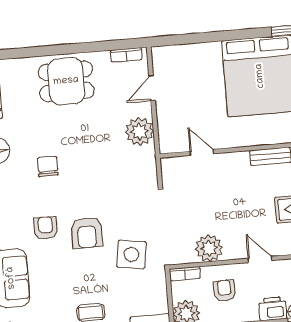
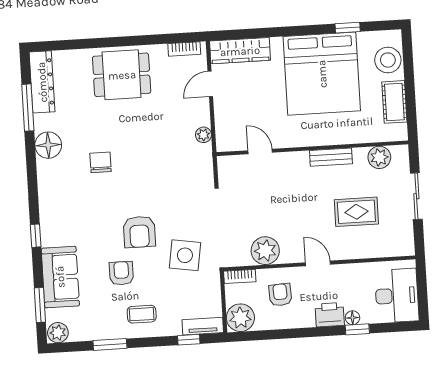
wardrobe: (180, 55) -> (240, 51), added
plant: (139, 131) -> (203, 135), width x0.53, depth x0.53
armchair: (46, 228) -> (121, 273), moved

